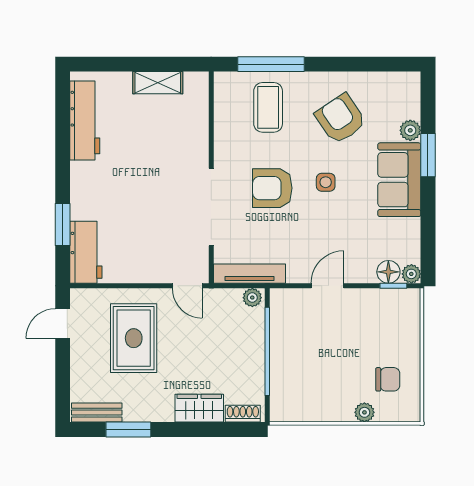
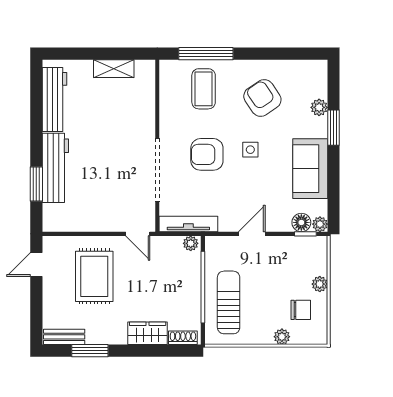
sofa: (399, 180) -> (310, 169), moved
workbench: (86, 252) -> (55, 168), moved, width x1.38
plant: (411, 348) -> (320, 284), added
sun lounger: (299, 370) -> (229, 302), added

